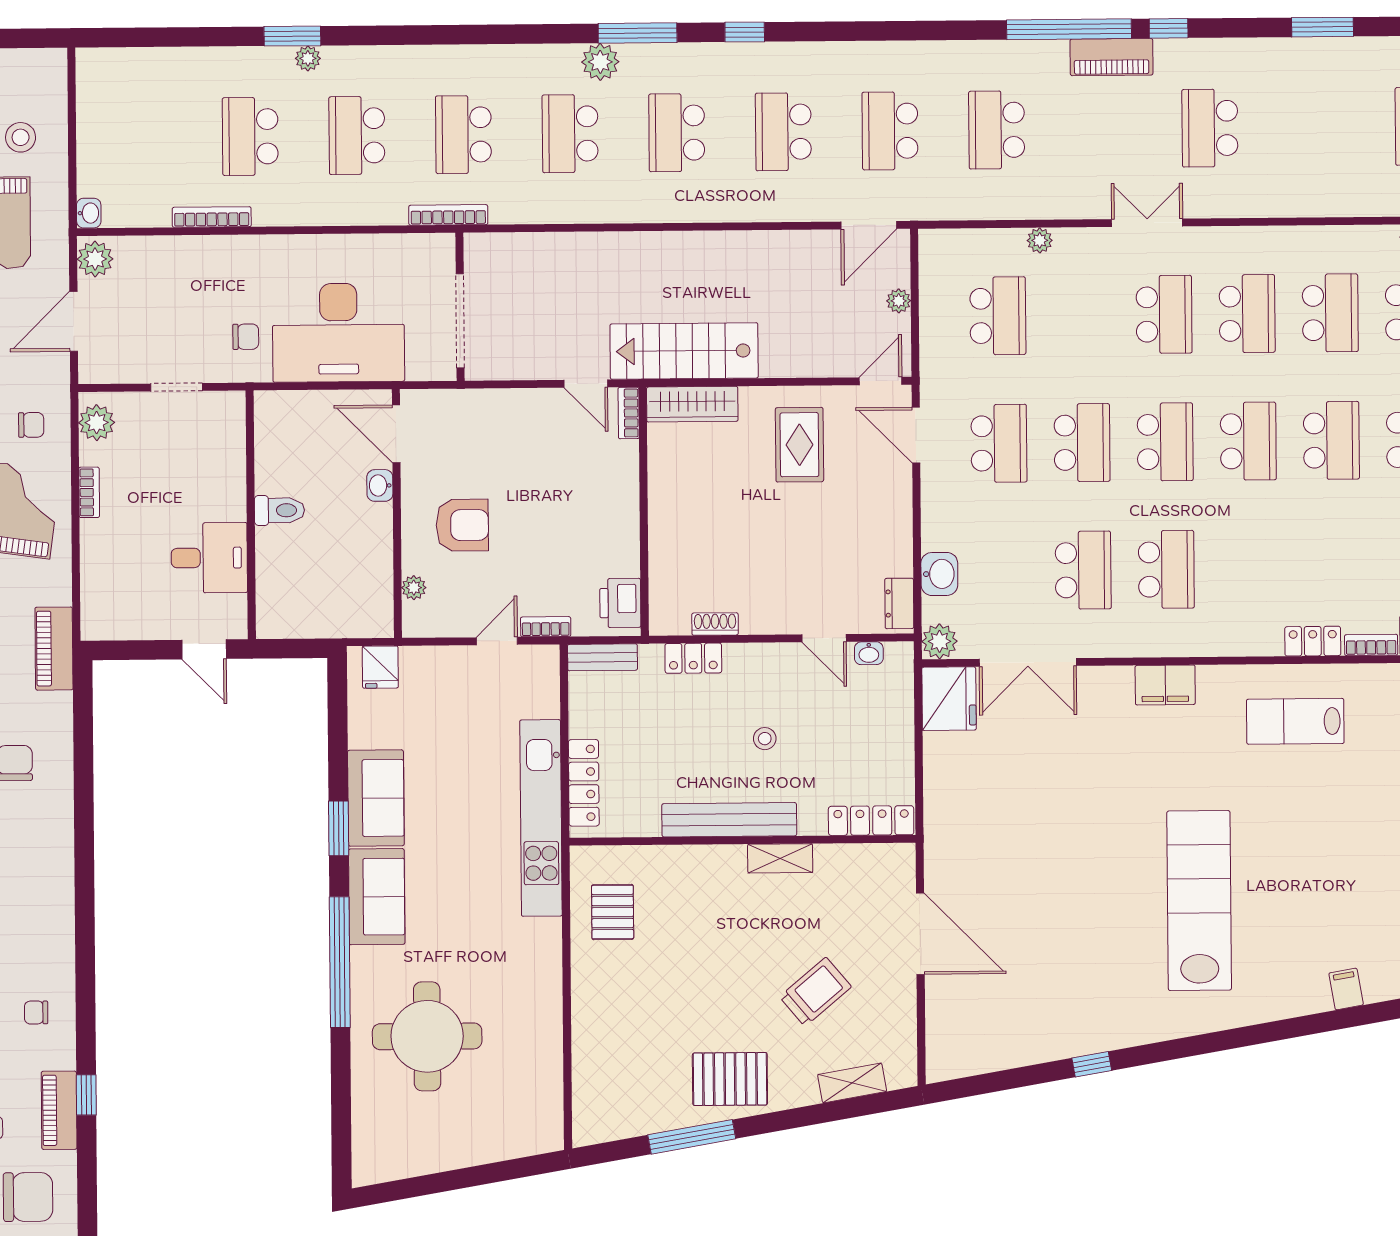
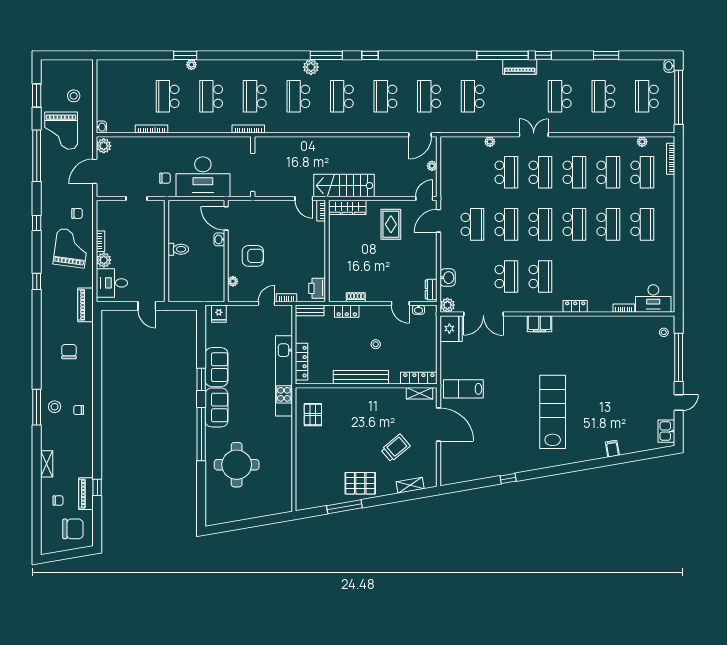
school desk: (1317, 127) -> (603, 96), added
school desk: (998, 316) -> (506, 172), moved
plant: (97, 423) -> (104, 260), moved
door: (916, 435) -> (439, 221), hinge flipped
desk: (209, 558) -> (112, 283), moved, turned 180
locker: (1313, 641) -> (575, 306), moved
lab bench: (1295, 721) -> (463, 389), moved
shelving: (780, 858) -> (420, 393), moved
chair: (36, 1012) -> (79, 410), moved

